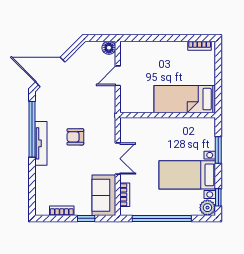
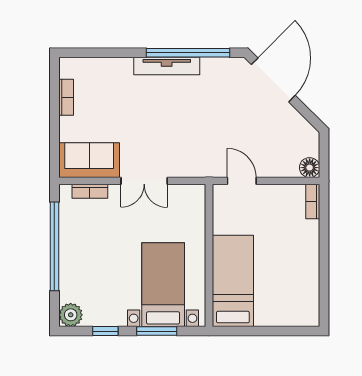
bookcase: (200, 46) -> (313, 201), moved
door: (118, 76) -> (242, 181), moved
armchair: (75, 137) -> (176, 117), removed
bed with nightstands: (187, 175) -> (163, 285), moved
window: (218, 197) -> (105, 331), moved
window: (86, 218) -> (54, 134), removed

